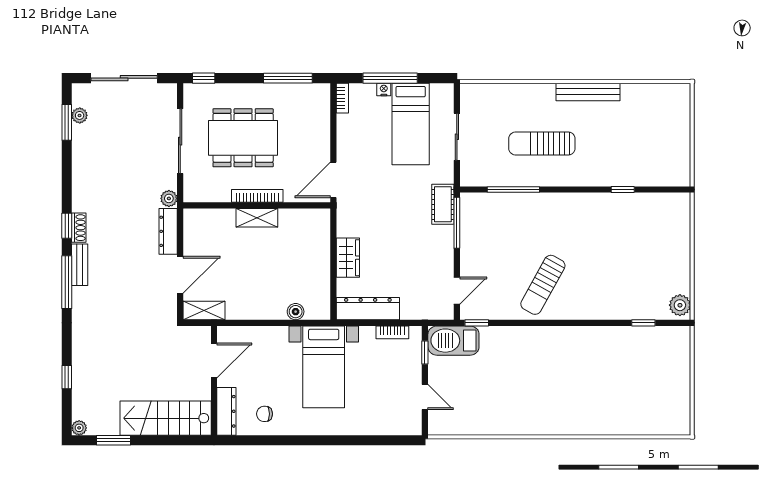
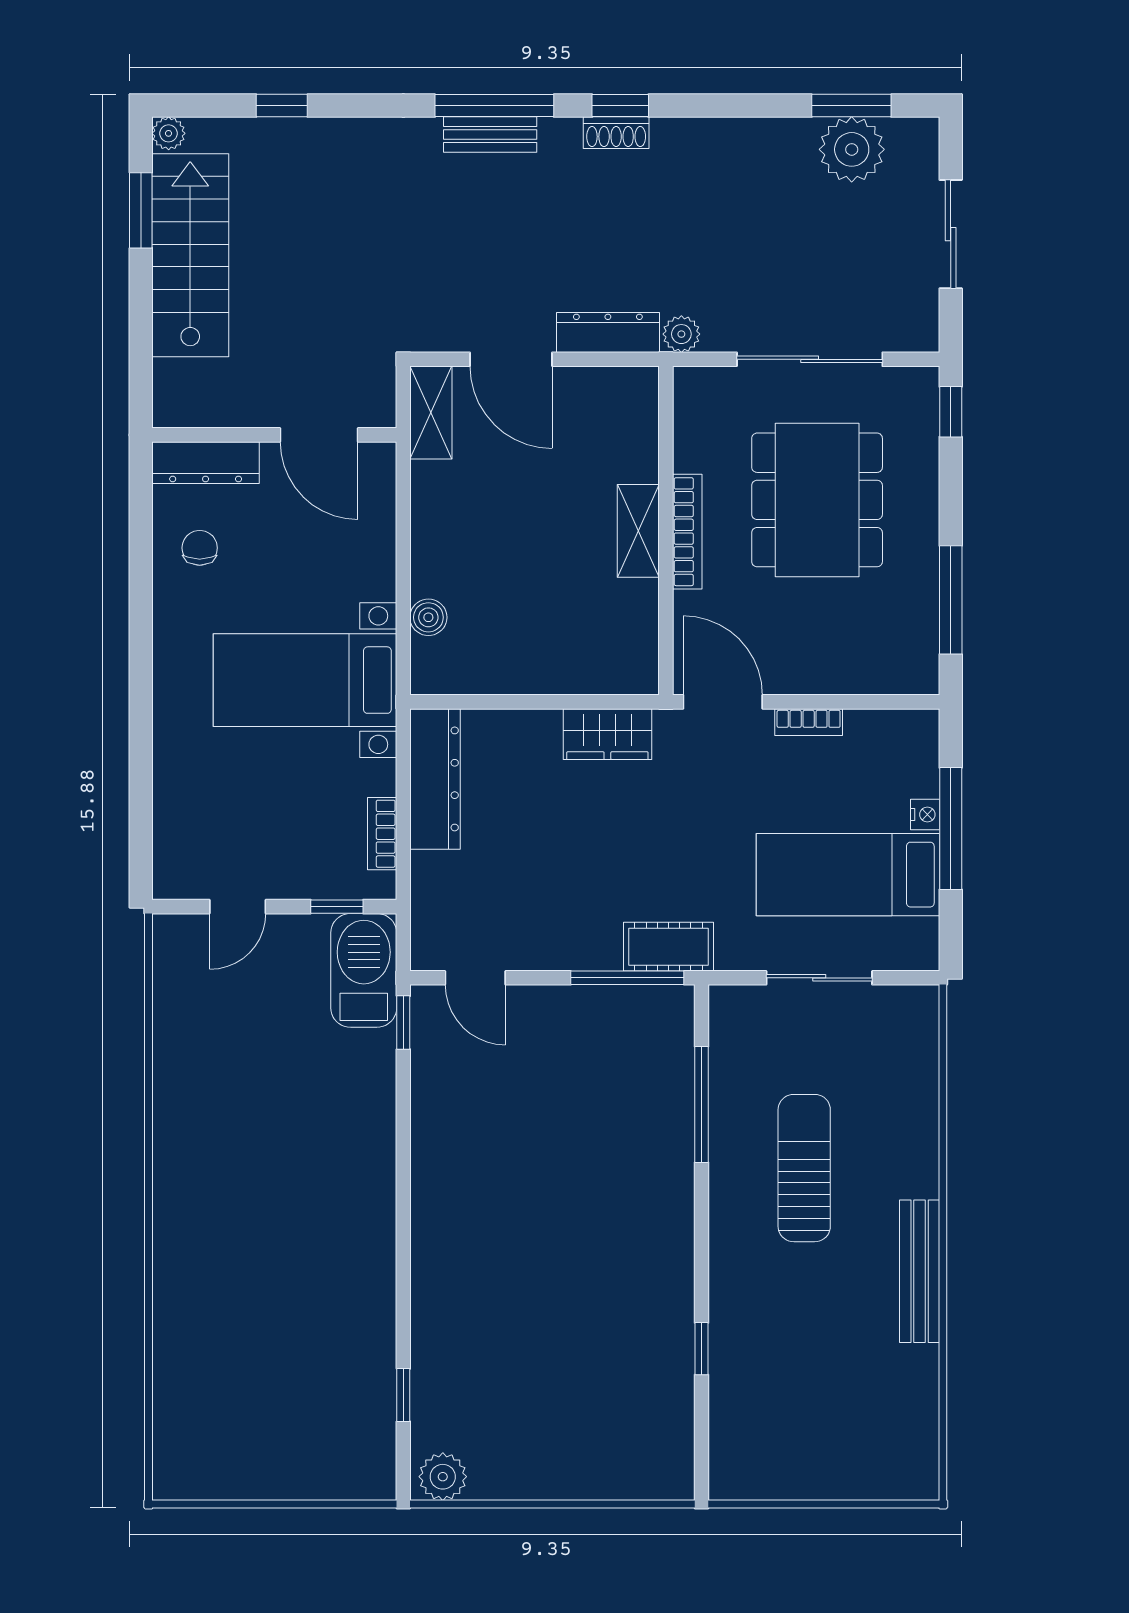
sliding door: (124, 78) -> (951, 234), width x0.73
bookcase: (342, 98) -> (809, 722), moved
plant: (80, 115) -> (852, 149), width x1.87, depth x1.87
wardrobe: (348, 258) -> (607, 734), moved
bench: (80, 265) -> (490, 135), moved
sun lounger: (543, 285) -> (488, 1170), removed
stairs: (166, 418) -> (190, 255), moved

